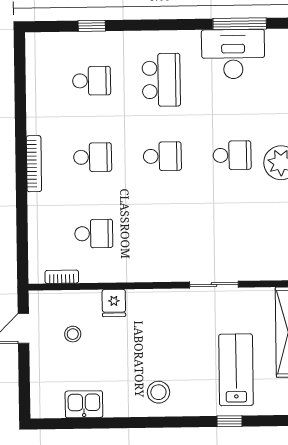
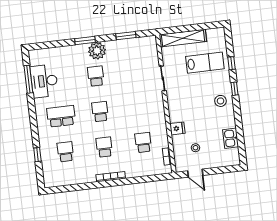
lab bench: (236, 370) -> (205, 63), turned 180
window: (179, 422) -> (235, 89), added

